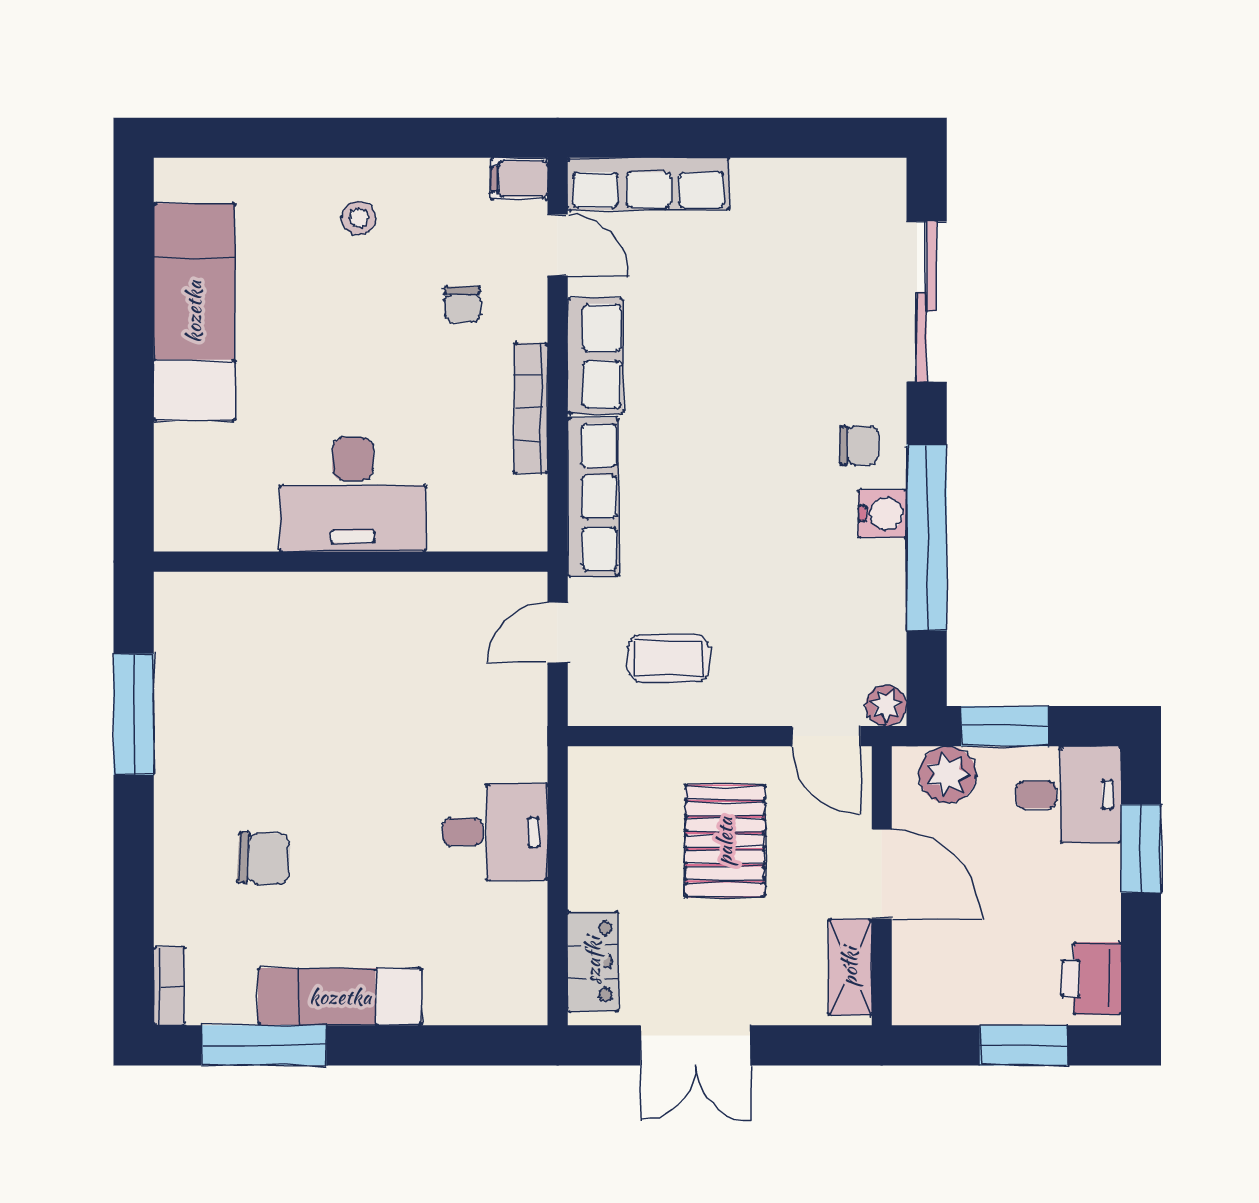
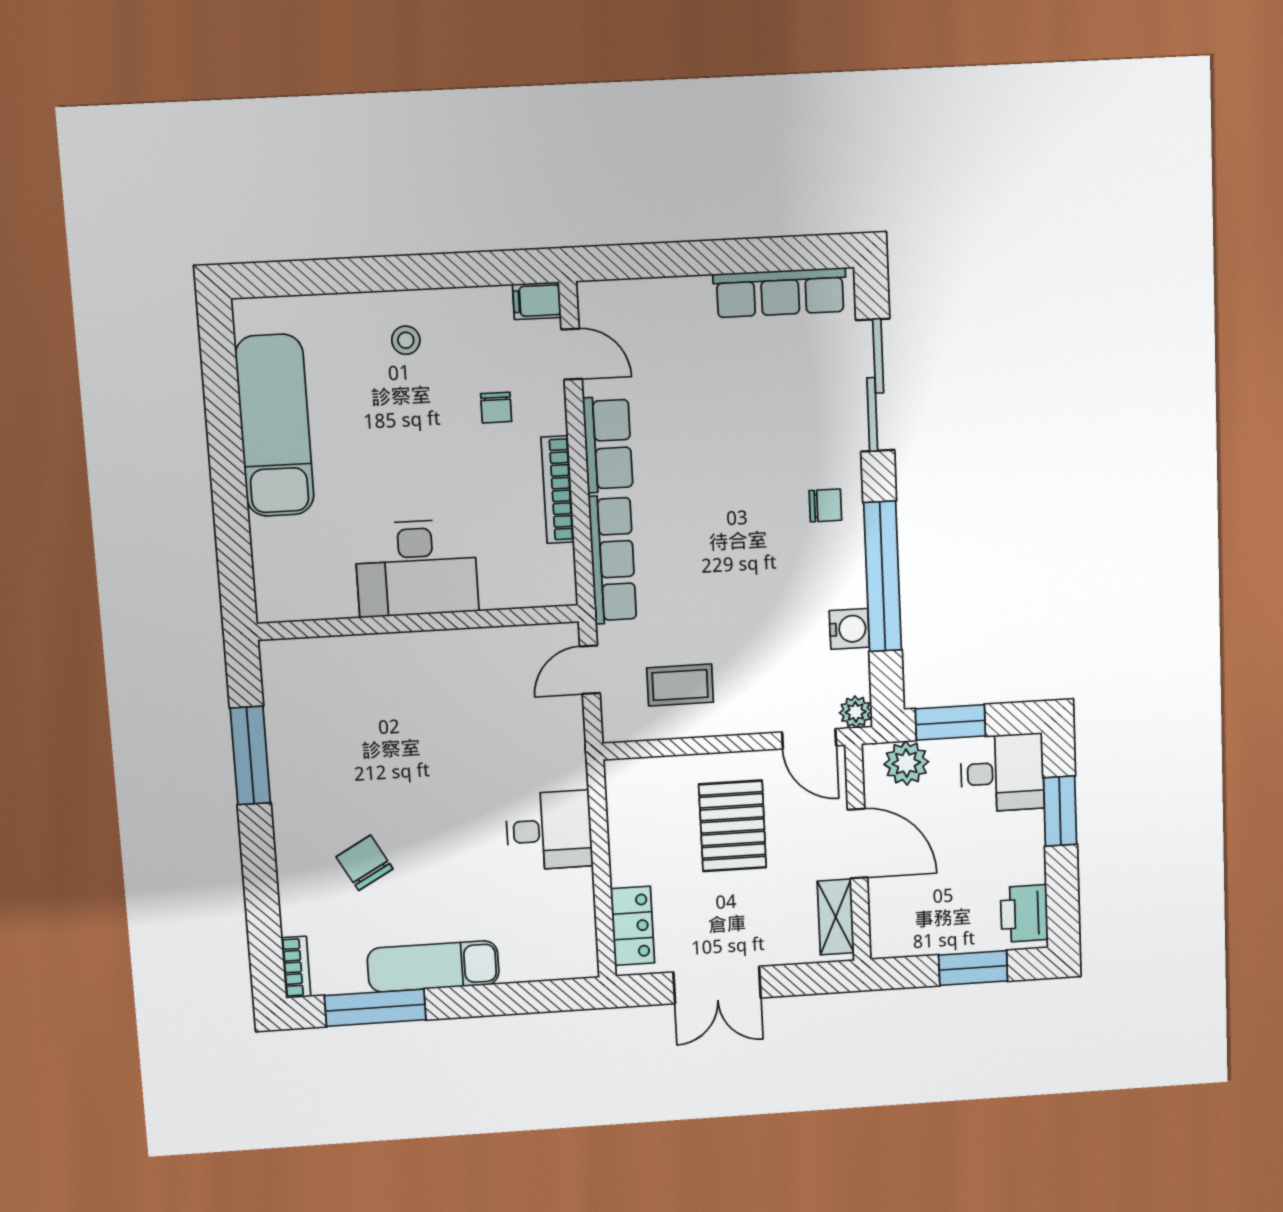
row of seats: (648, 184) -> (780, 293), moved
water cooler: (882, 514) -> (849, 629), moved
chair: (264, 859) -> (365, 863), turned -122

